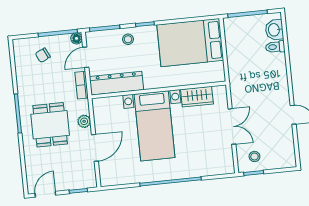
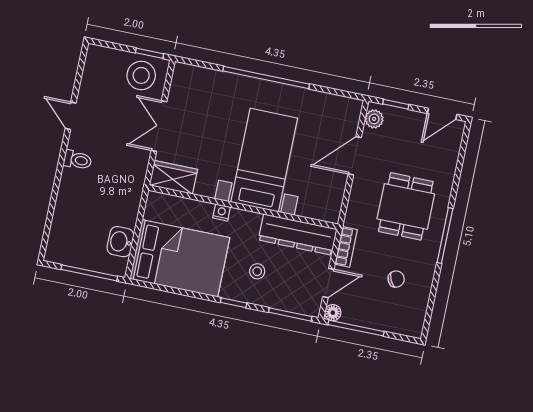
washbasin: (274, 30) -> (120, 242), moved, turned 180
stool: (128, 39) -> (257, 271), moved
toilet: (275, 47) -> (78, 160), moved
chair: (43, 55) -> (396, 279), moved
nightstand: (172, 82) -> (222, 212), added
wardrobe: (197, 97) -> (173, 177), moved
plant: (84, 121) -> (374, 119), moved
stool: (254, 156) -> (141, 75), width x1.89, depth x1.89

